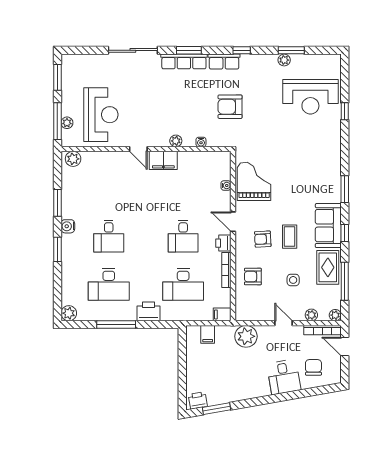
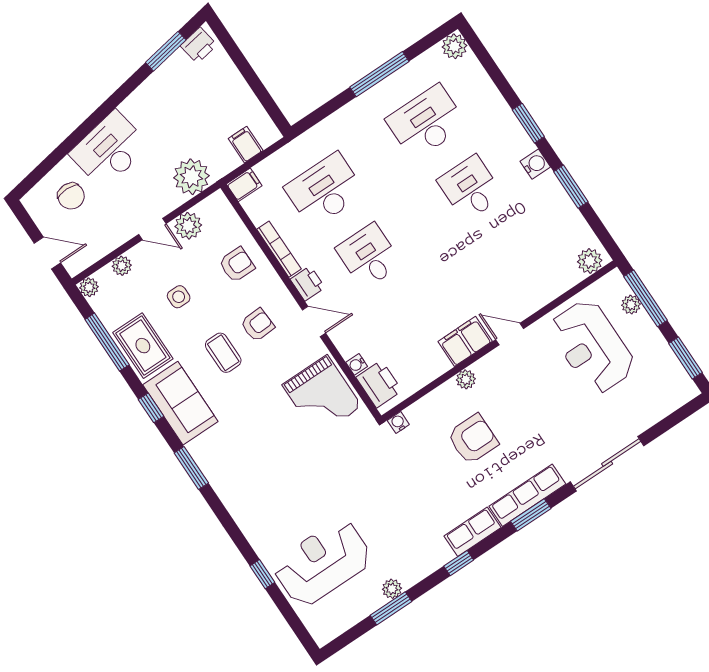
armchair: (230, 107) -> (473, 439), moved
water cooler: (201, 142) -> (398, 423), moved
printer: (149, 311) -> (379, 384), moved, turned -90
plant: (264, 313) -> (188, 226), added
bookcase: (323, 330) -> (93, 255), removed
desk: (284, 377) -> (109, 150), width x1.37

